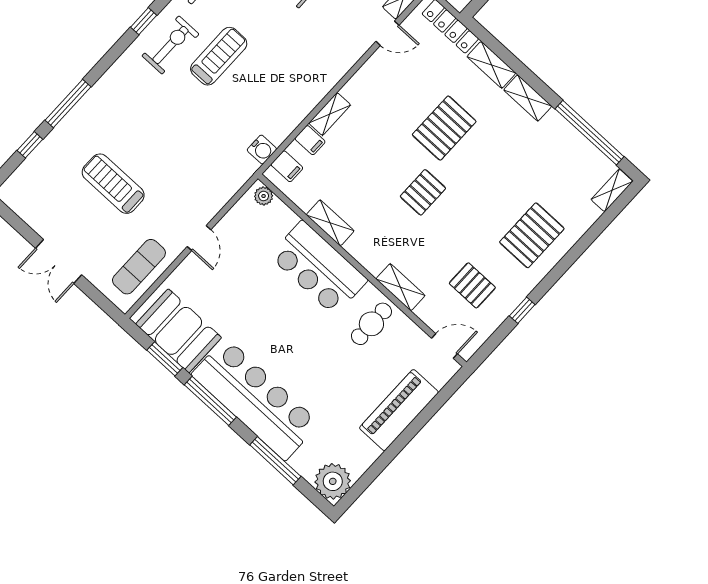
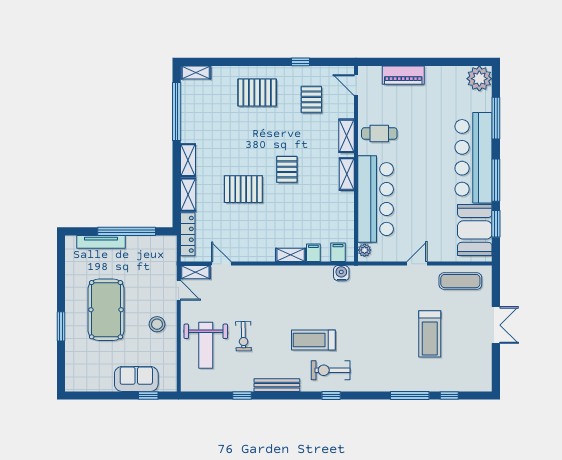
pallet: (423, 192) -> (287, 169), turned 90
shelving: (330, 223) -> (347, 174), moved
bar counter: (318, 268) -> (376, 199), width x1.36
piano: (399, 410) -> (403, 75), width x0.73, depth x0.75

